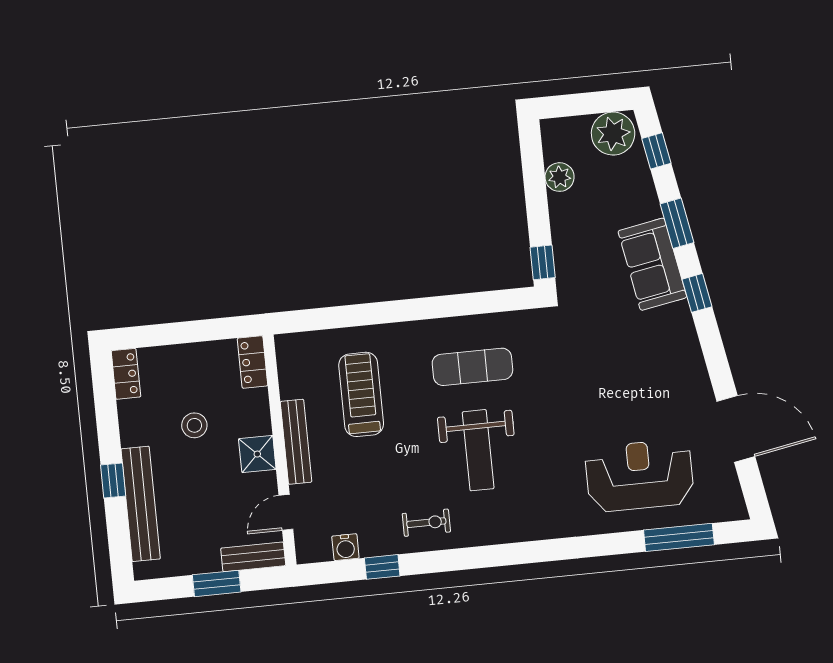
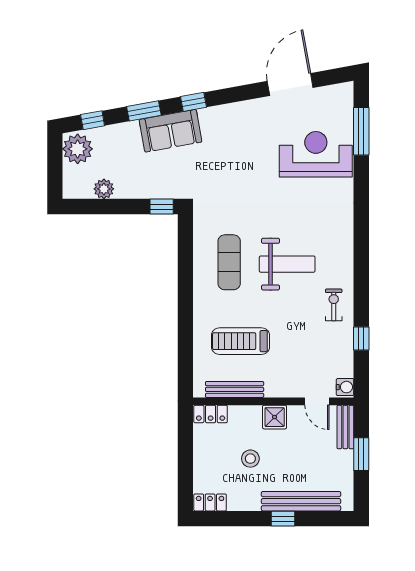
bench: (296, 442) -> (235, 389), moved
reception desk: (639, 476) -> (316, 154), turned 90
water cooler: (345, 547) -> (345, 387), moved

